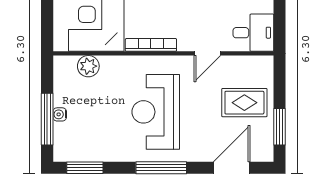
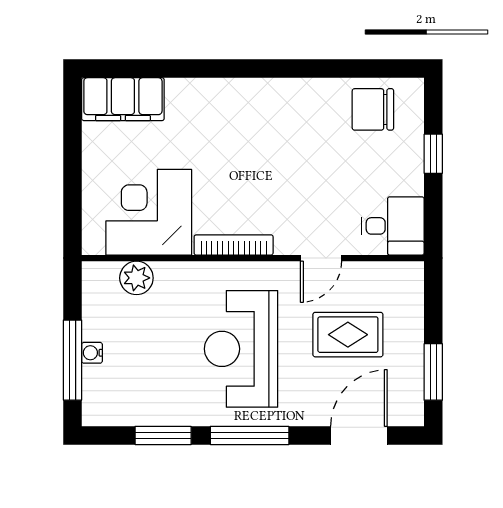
rug: (244, 103) -> (348, 335), moved
window: (85, 168) -> (163, 435), moved

